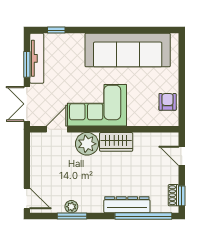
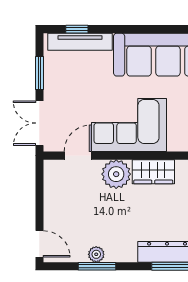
tv unit: (37, 58) -> (80, 42), moved, turned 90

